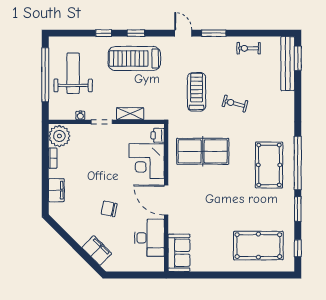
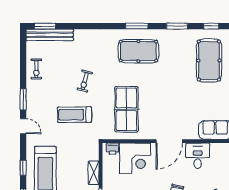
door: (183, 33) -> (23, 126), swing flipped
window: (298, 163) -> (137, 26), width x0.47
desk: (149, 238) -> (198, 156), width x0.73

